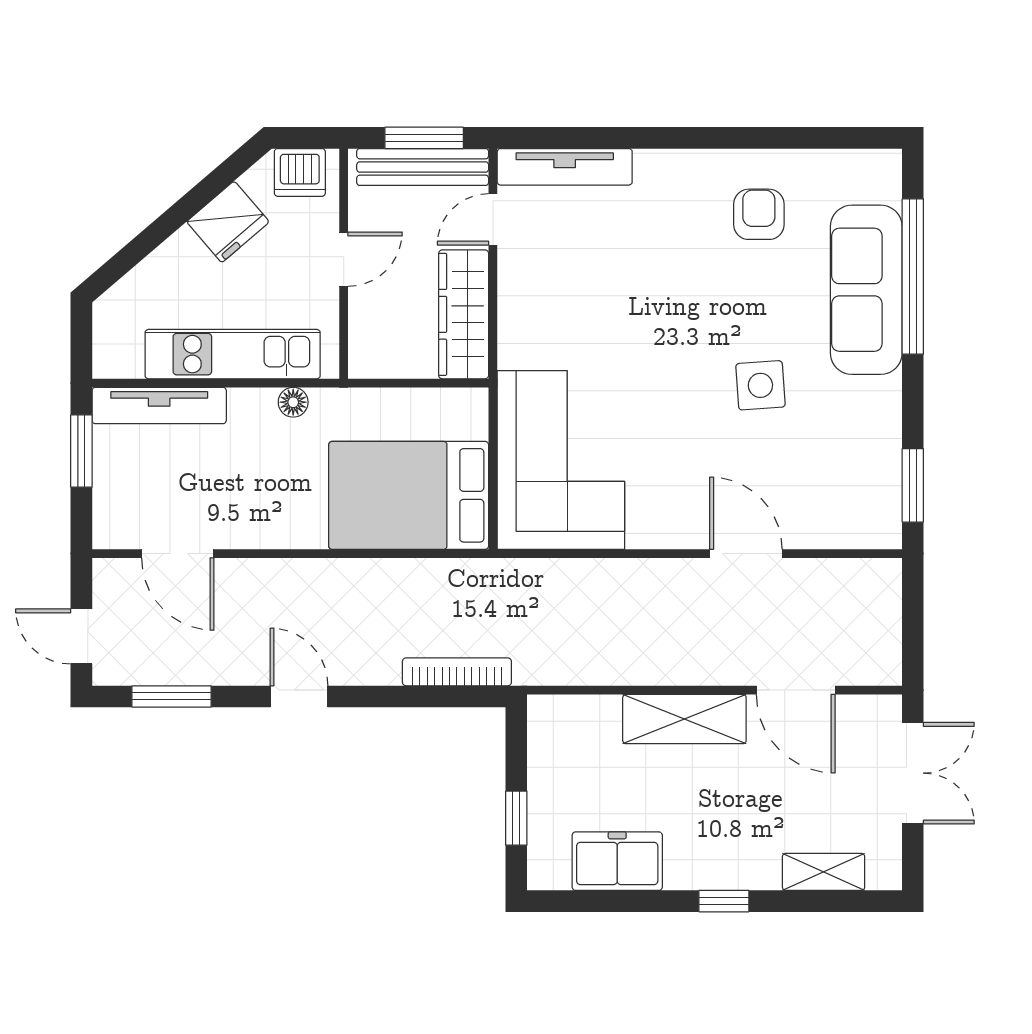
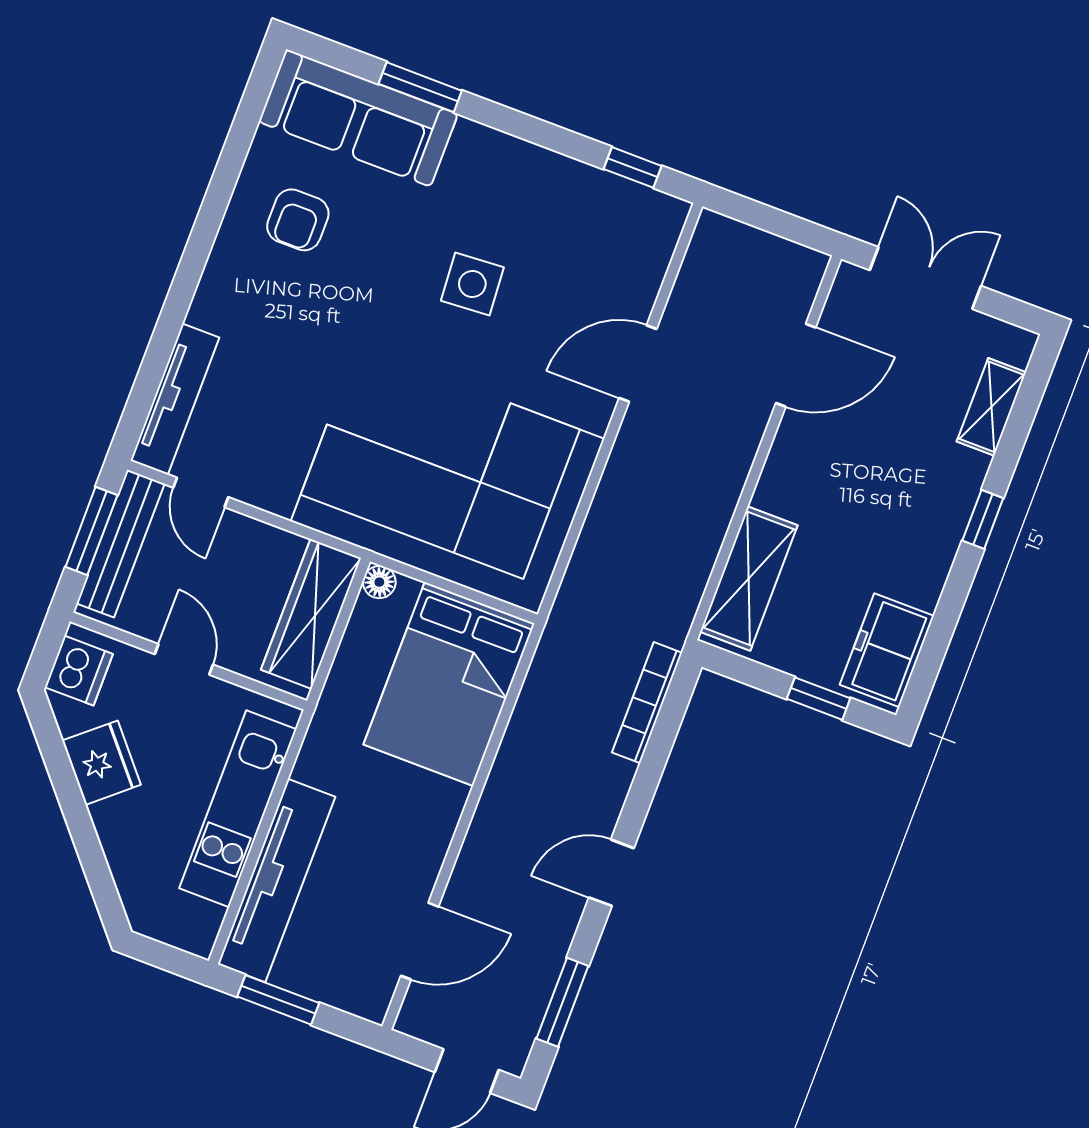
armchair: (759, 214) -> (298, 220), turned -90
window: (913, 276) -> (420, 87), width x0.47
sofa: (866, 290) -> (358, 118), moved
wardrobe: (464, 314) -> (311, 614), moved, turned 90
floor lamp: (293, 402) -> (379, 582), moved
tv unit: (159, 406) -> (276, 880), width x1.36, depth x1.29
corner sofa: (561, 460) -> (448, 480), width x1.36, depth x1.36
window: (913, 485) -> (633, 167), width x0.67
shelving: (684, 719) -> (749, 578), moved
freezer: (617, 861) -> (887, 650), moved

